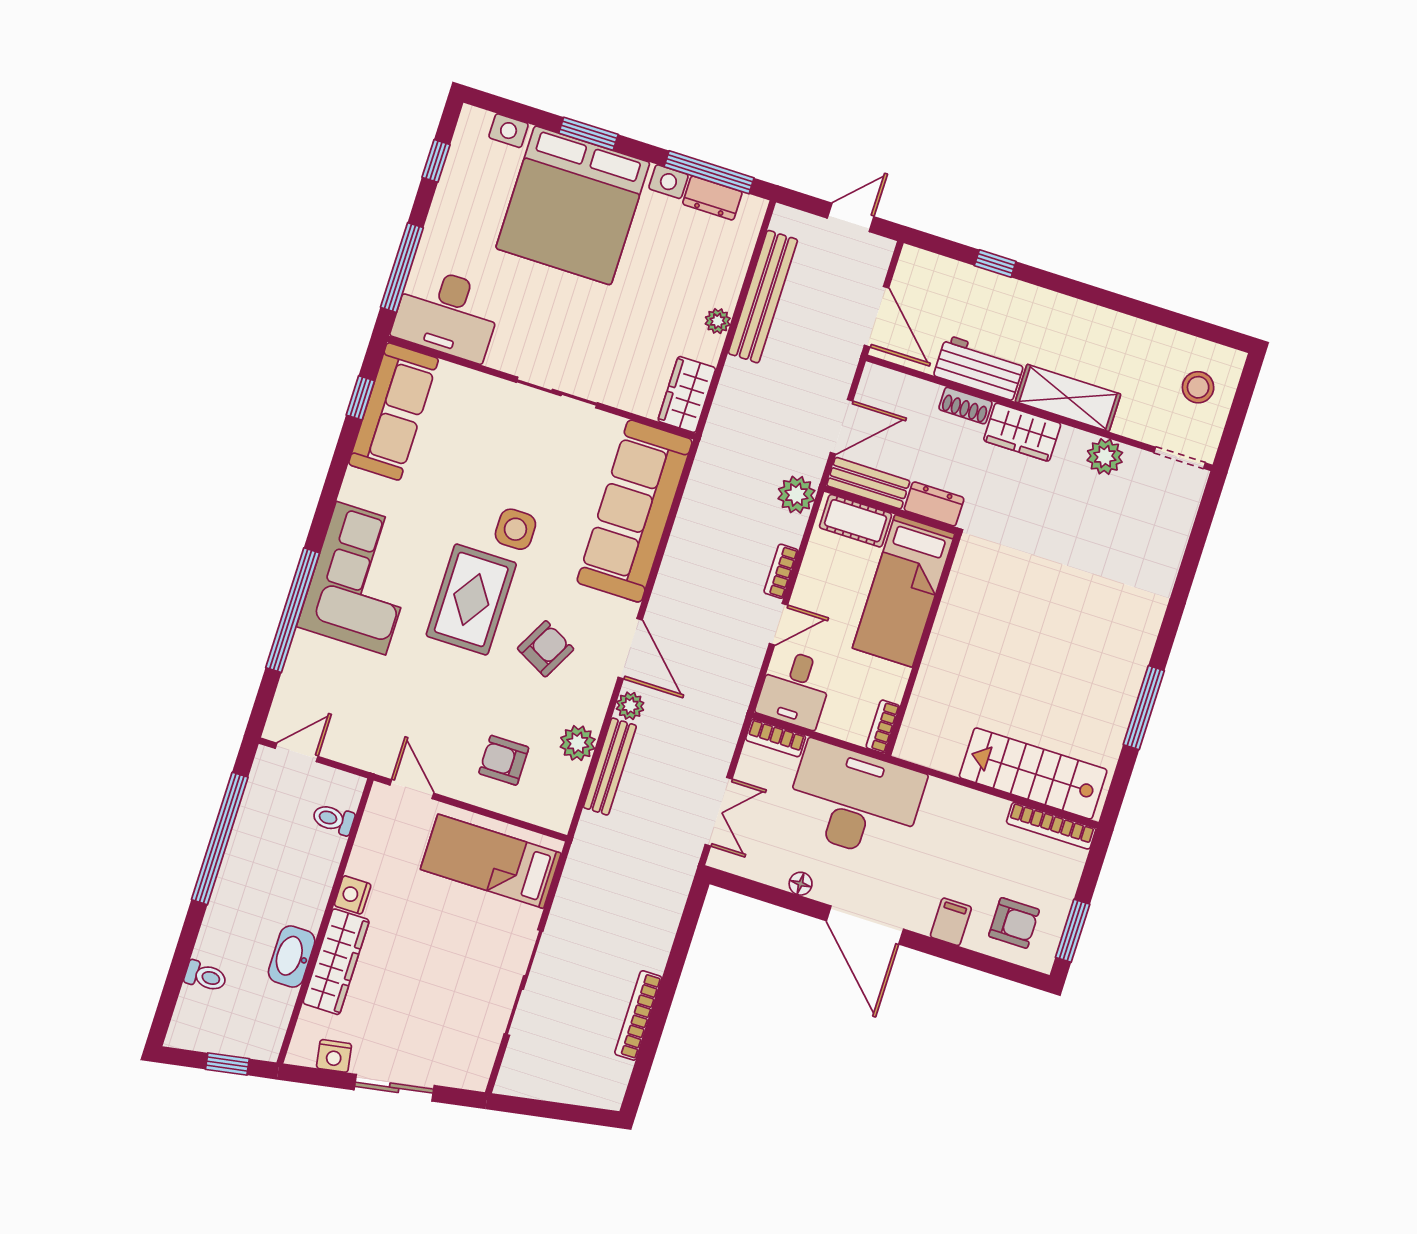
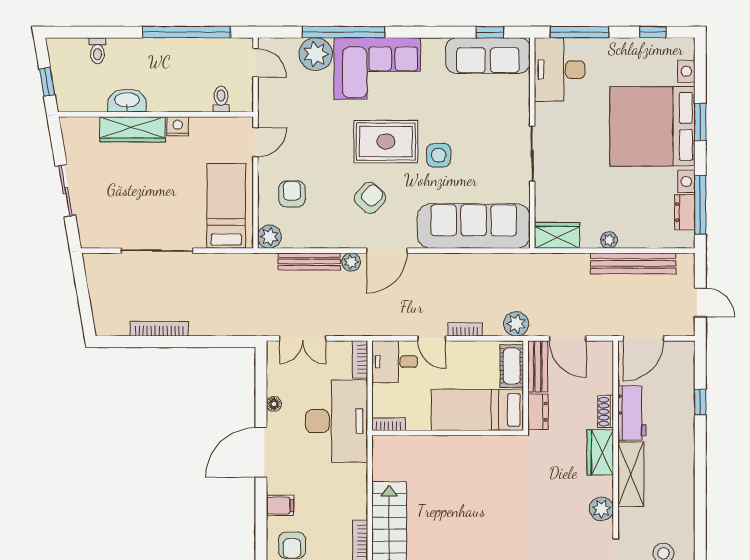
armchair: (546, 649) -> (370, 198), turned -76
plant: (312, 661) -> (316, 54), added
plant: (578, 743) -> (269, 237), moved
nightstand: (334, 1056) -> (73, 147), removed

